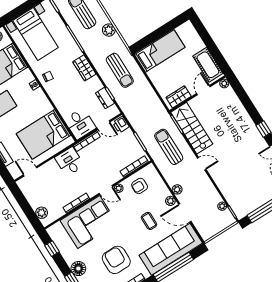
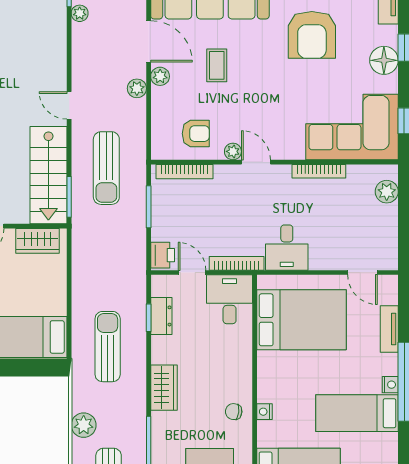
corner sofa: (89, 222) -> (352, 127), moved

